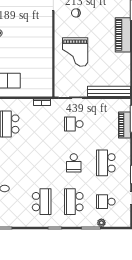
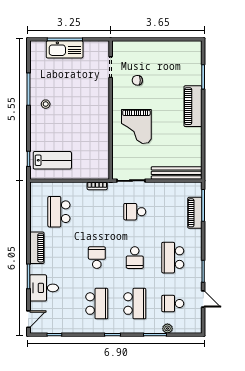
school desk: (42, 163) -> (97, 258), added
school desk: (74, 202) -> (135, 304), turned 180

